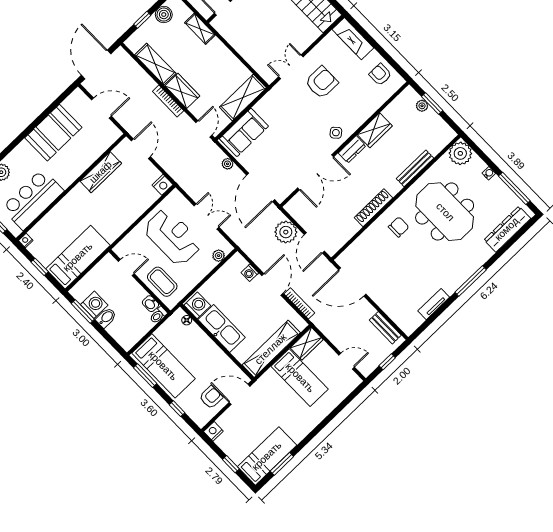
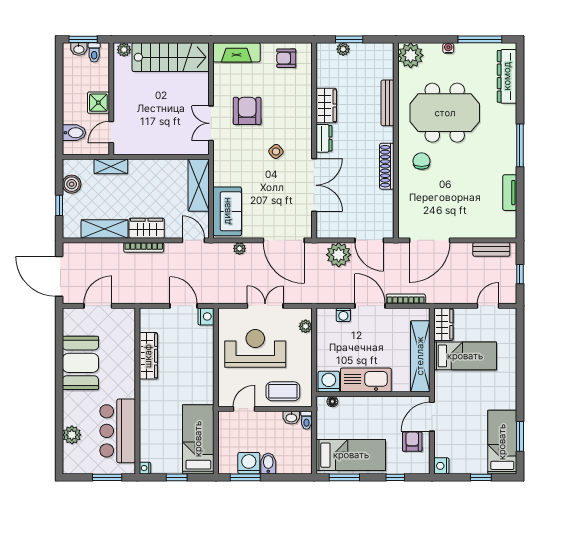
side table: (336, 133) -> (276, 151), moved
door: (141, 149) -> (184, 306), moved

